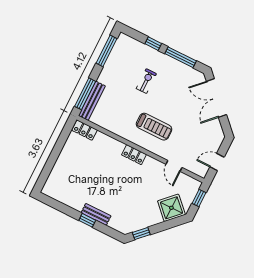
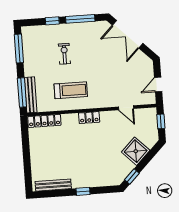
treadmill: (154, 127) -> (71, 90), moved
locker: (85, 130) -> (44, 121), width x1.53
shower: (171, 208) -> (136, 151), moved
bench: (96, 214) -> (53, 185), moved, width x1.36

